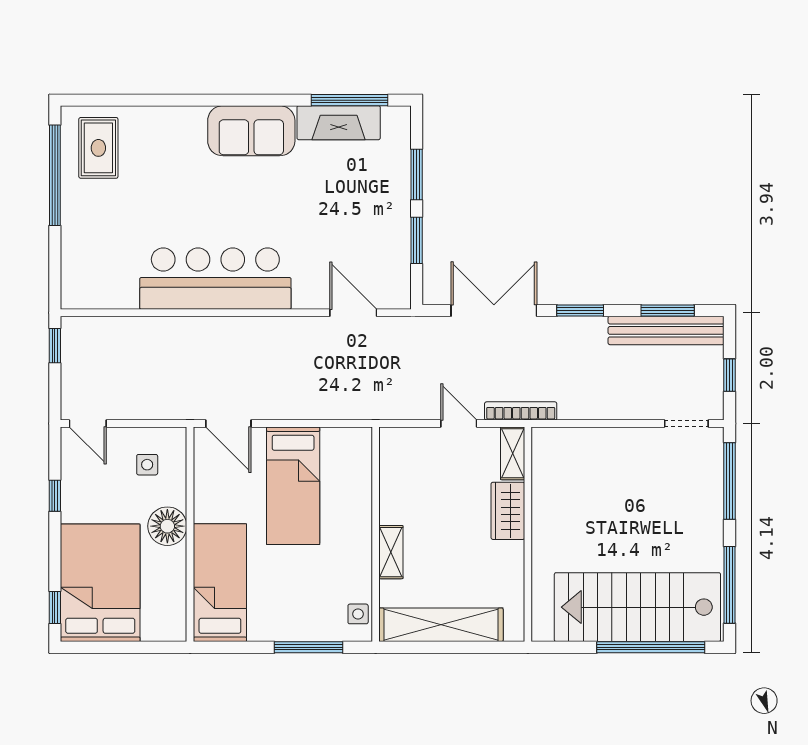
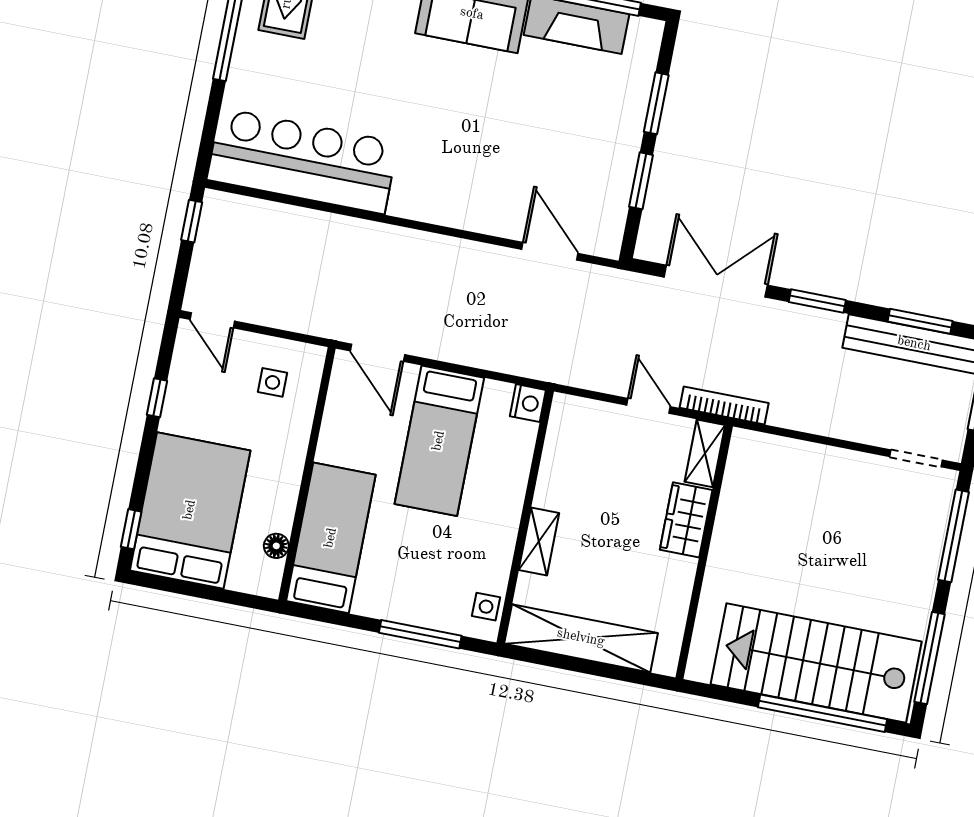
bar counter: (215, 279) -> (302, 161), moved
nightstand: (360, 441) -> (528, 403), added
floor lamp: (167, 526) -> (276, 546), moved, width x0.53, depth x0.53

